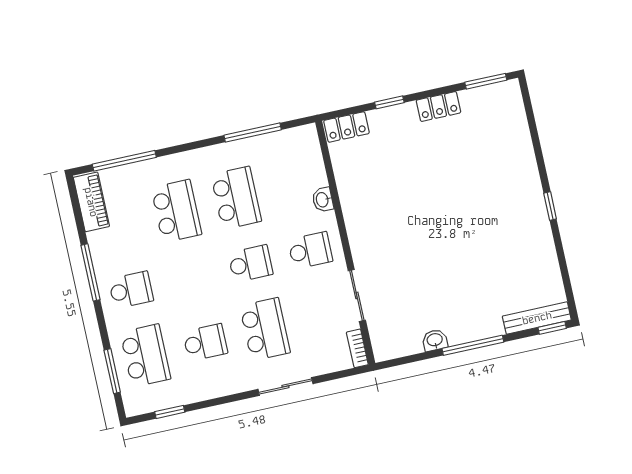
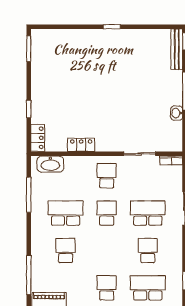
locker: (438, 107) -> (81, 145), moved, turned -90
washbasin: (323, 200) -> (50, 164), moved, width x1.91, depth x1.45
school desk: (176, 211) -> (66, 250), width x0.54

